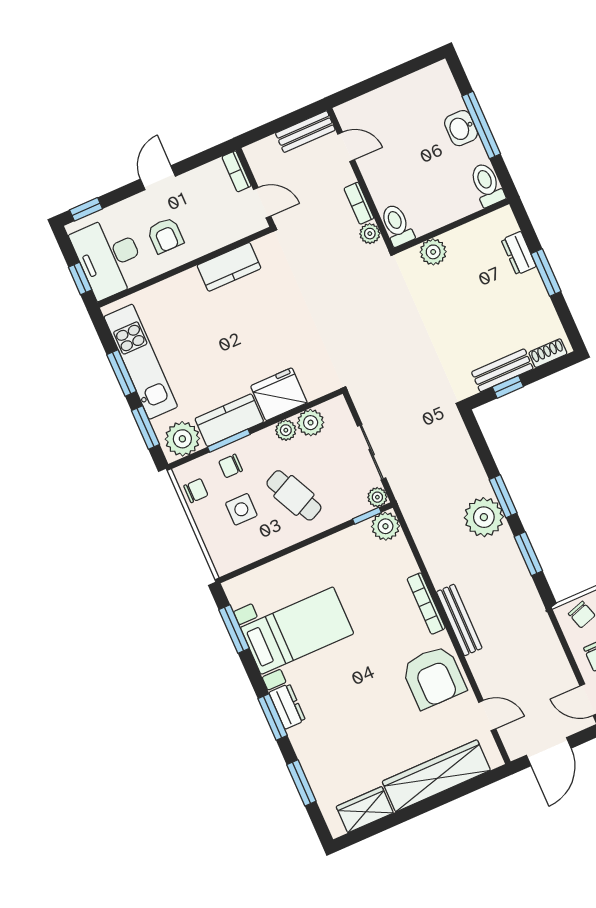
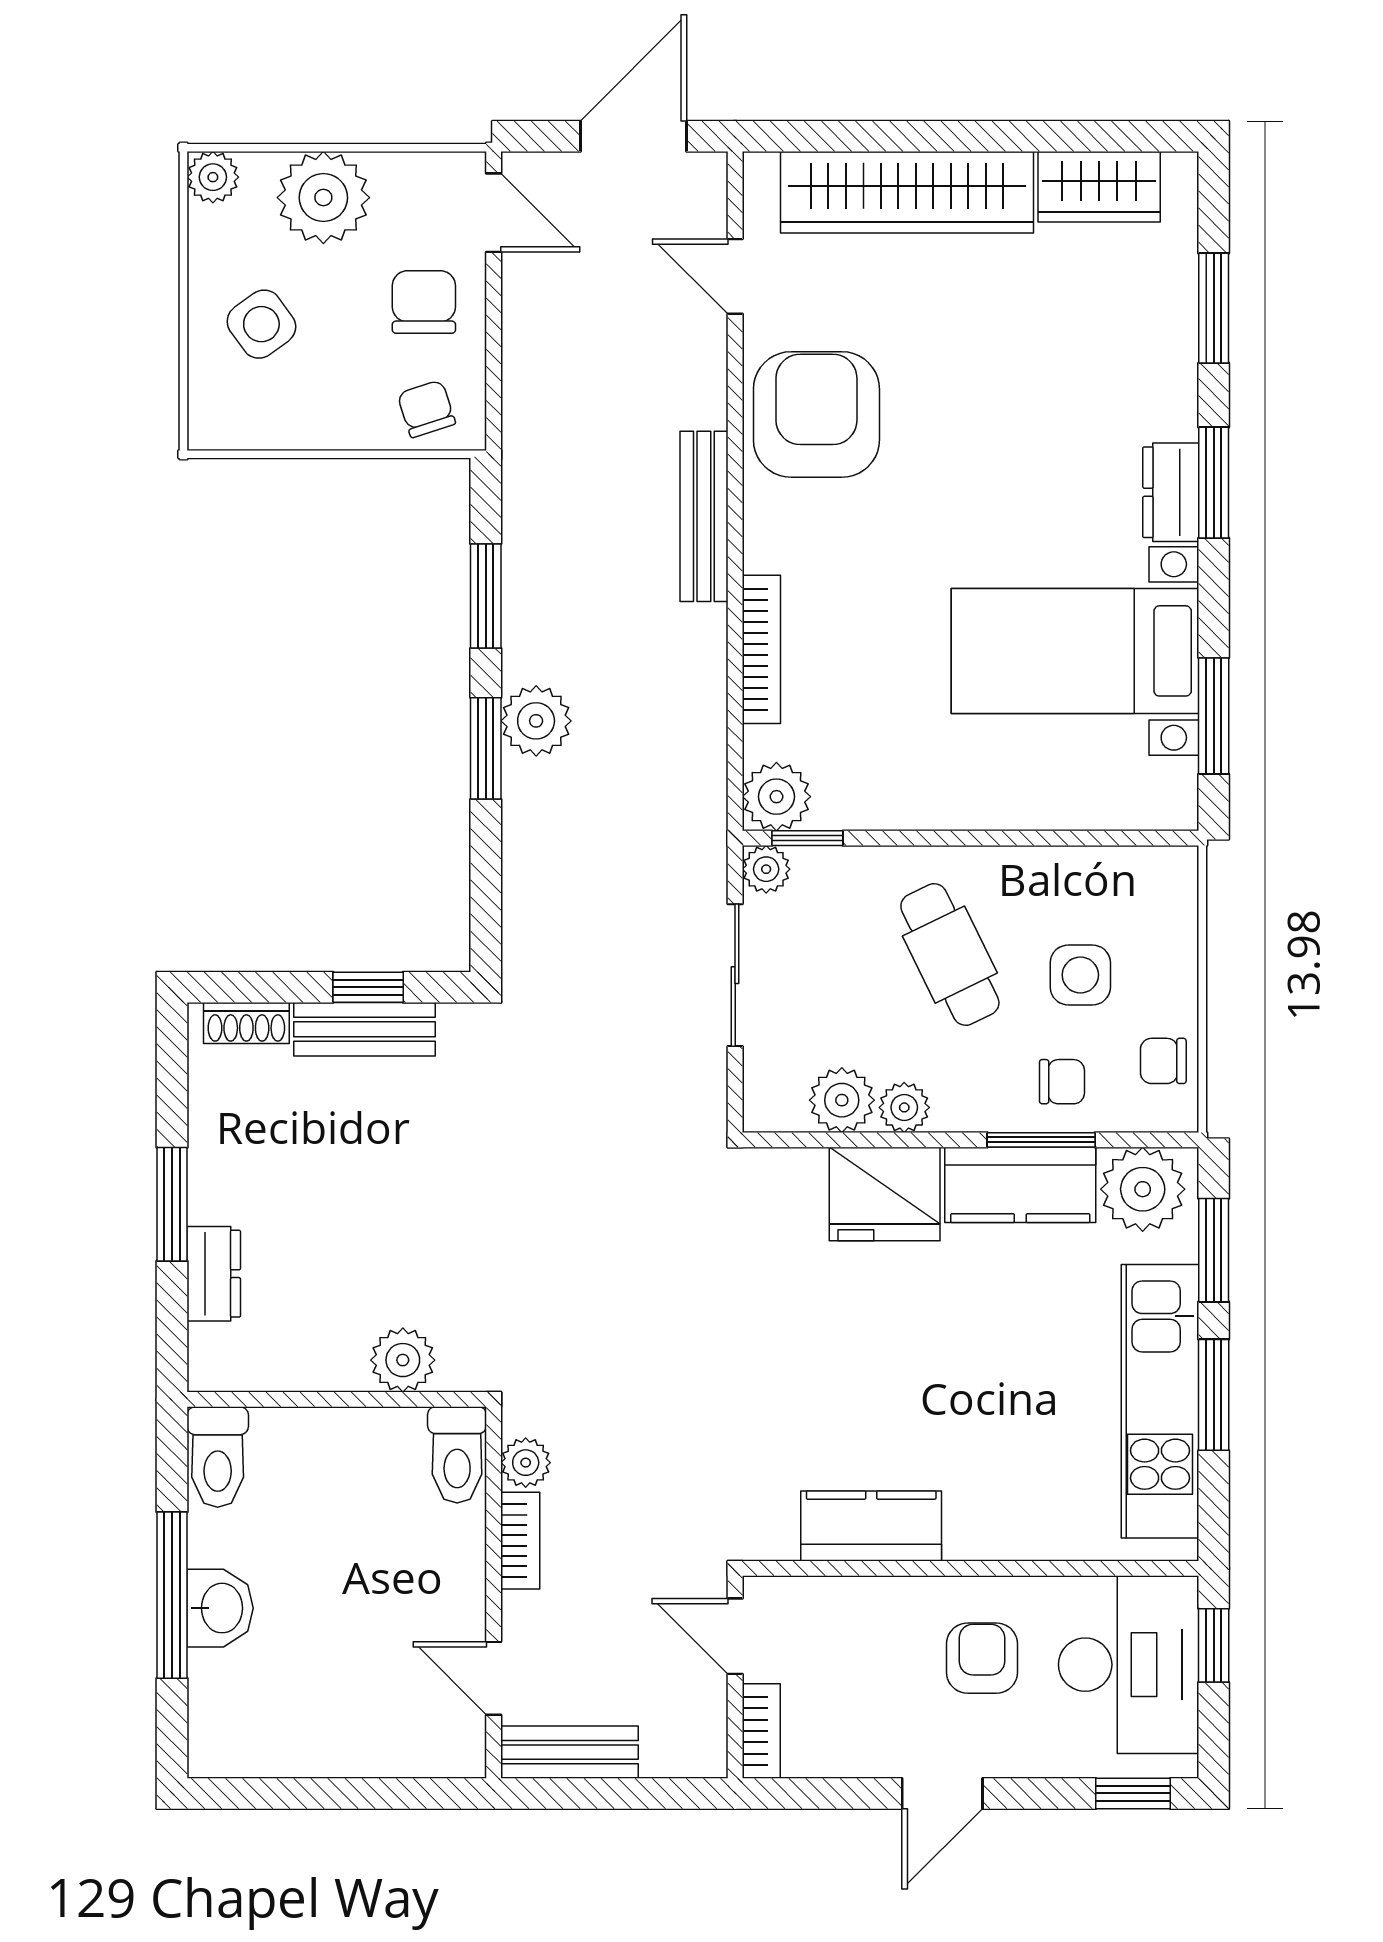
plant: (484, 517) -> (536, 721), width x0.73, depth x0.73
bookcase: (426, 603) -> (761, 649), moved

